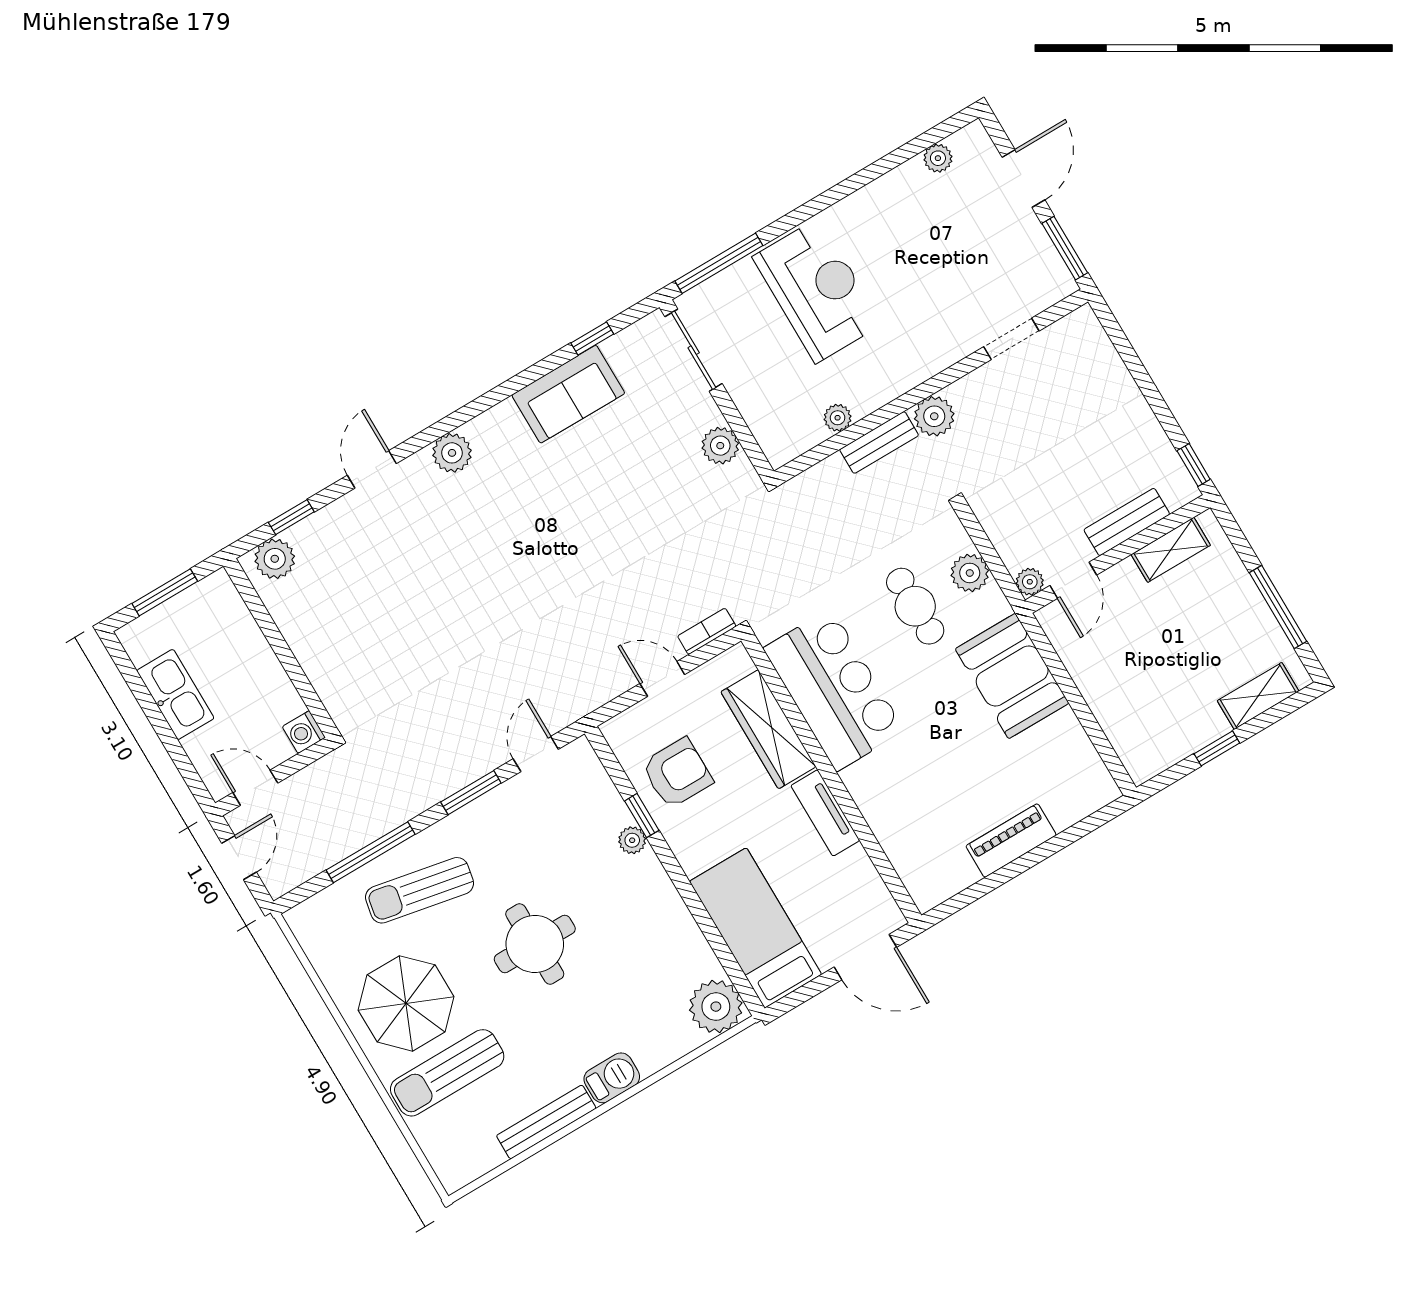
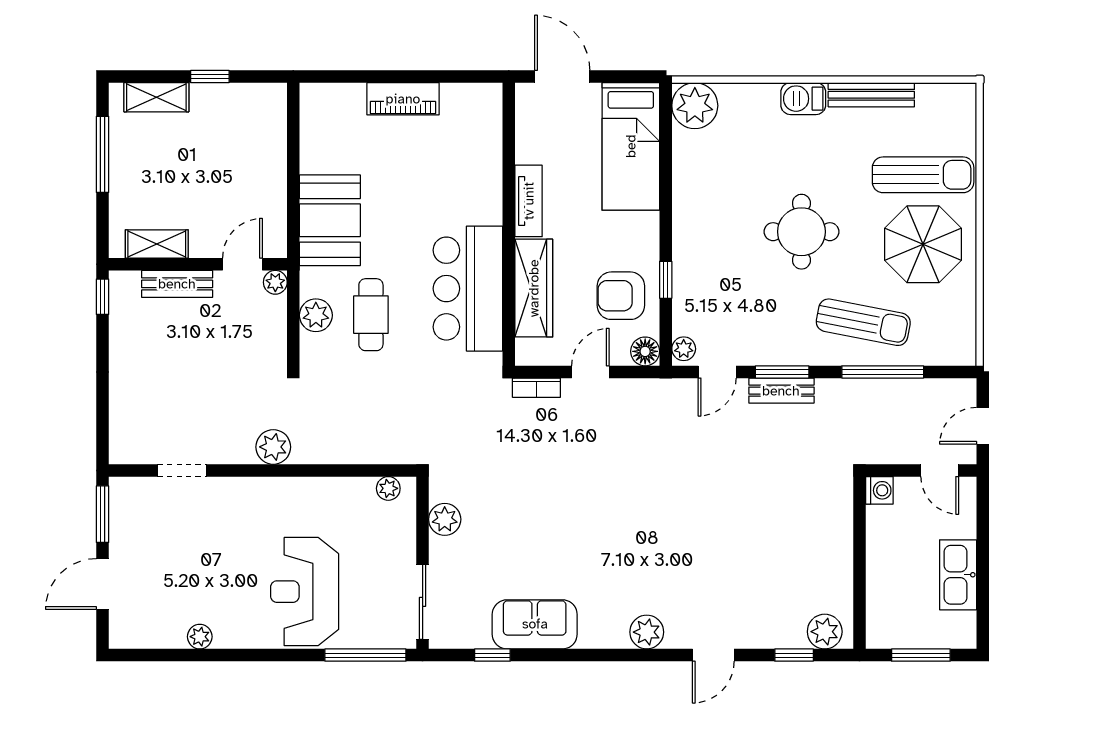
plant: (938, 158) -> (200, 637), moved
plant: (838, 418) -> (388, 488), moved
bench: (879, 442) -> (781, 391), moved
door: (662, 679) -> (590, 372), swing flipped
floor lamp: (620, 732) -> (645, 351), added
plant: (632, 840) -> (684, 349), moved

